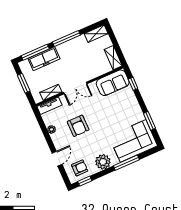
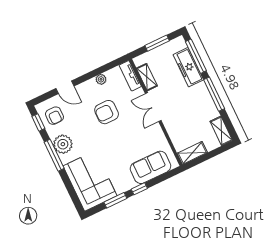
sofa: (113, 83) -> (150, 167), moved, turned 90
window: (133, 84) -> (139, 189), moved
window: (126, 163) -> (54, 155), moved

